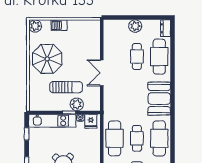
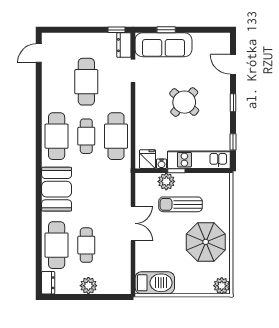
barbecue: (59, 25) -> (155, 283), moved, width x1.88, depth x1.53

